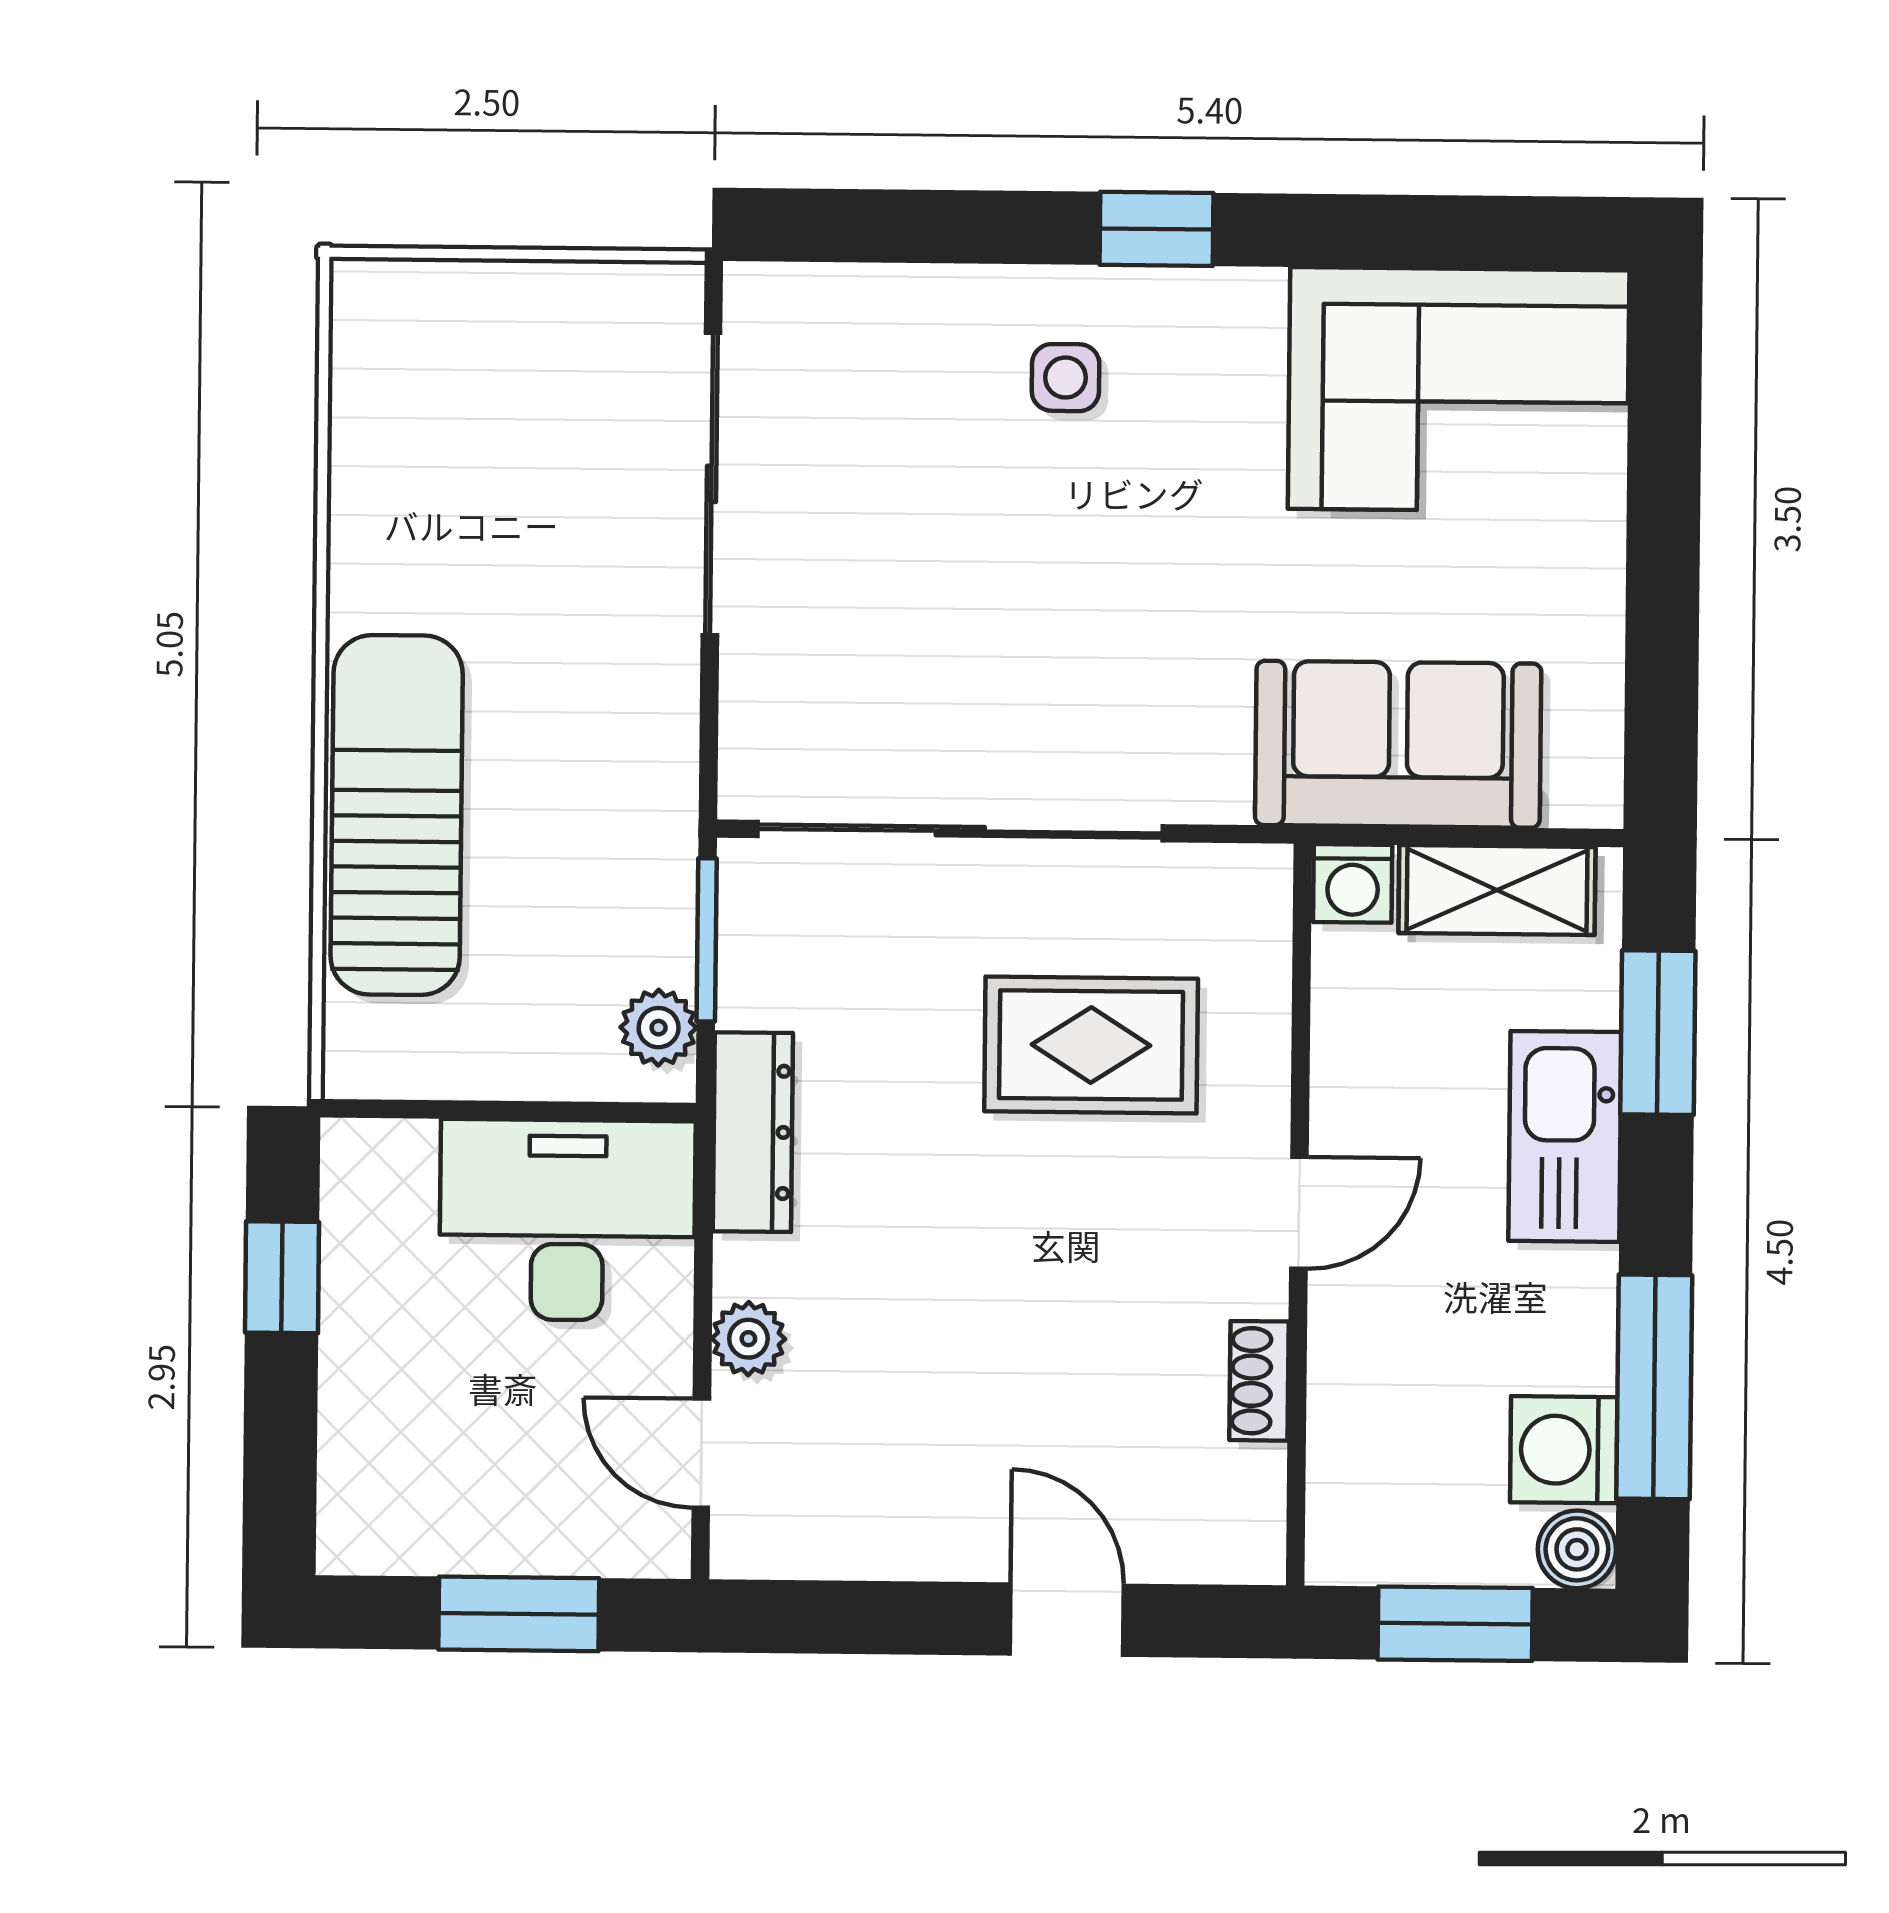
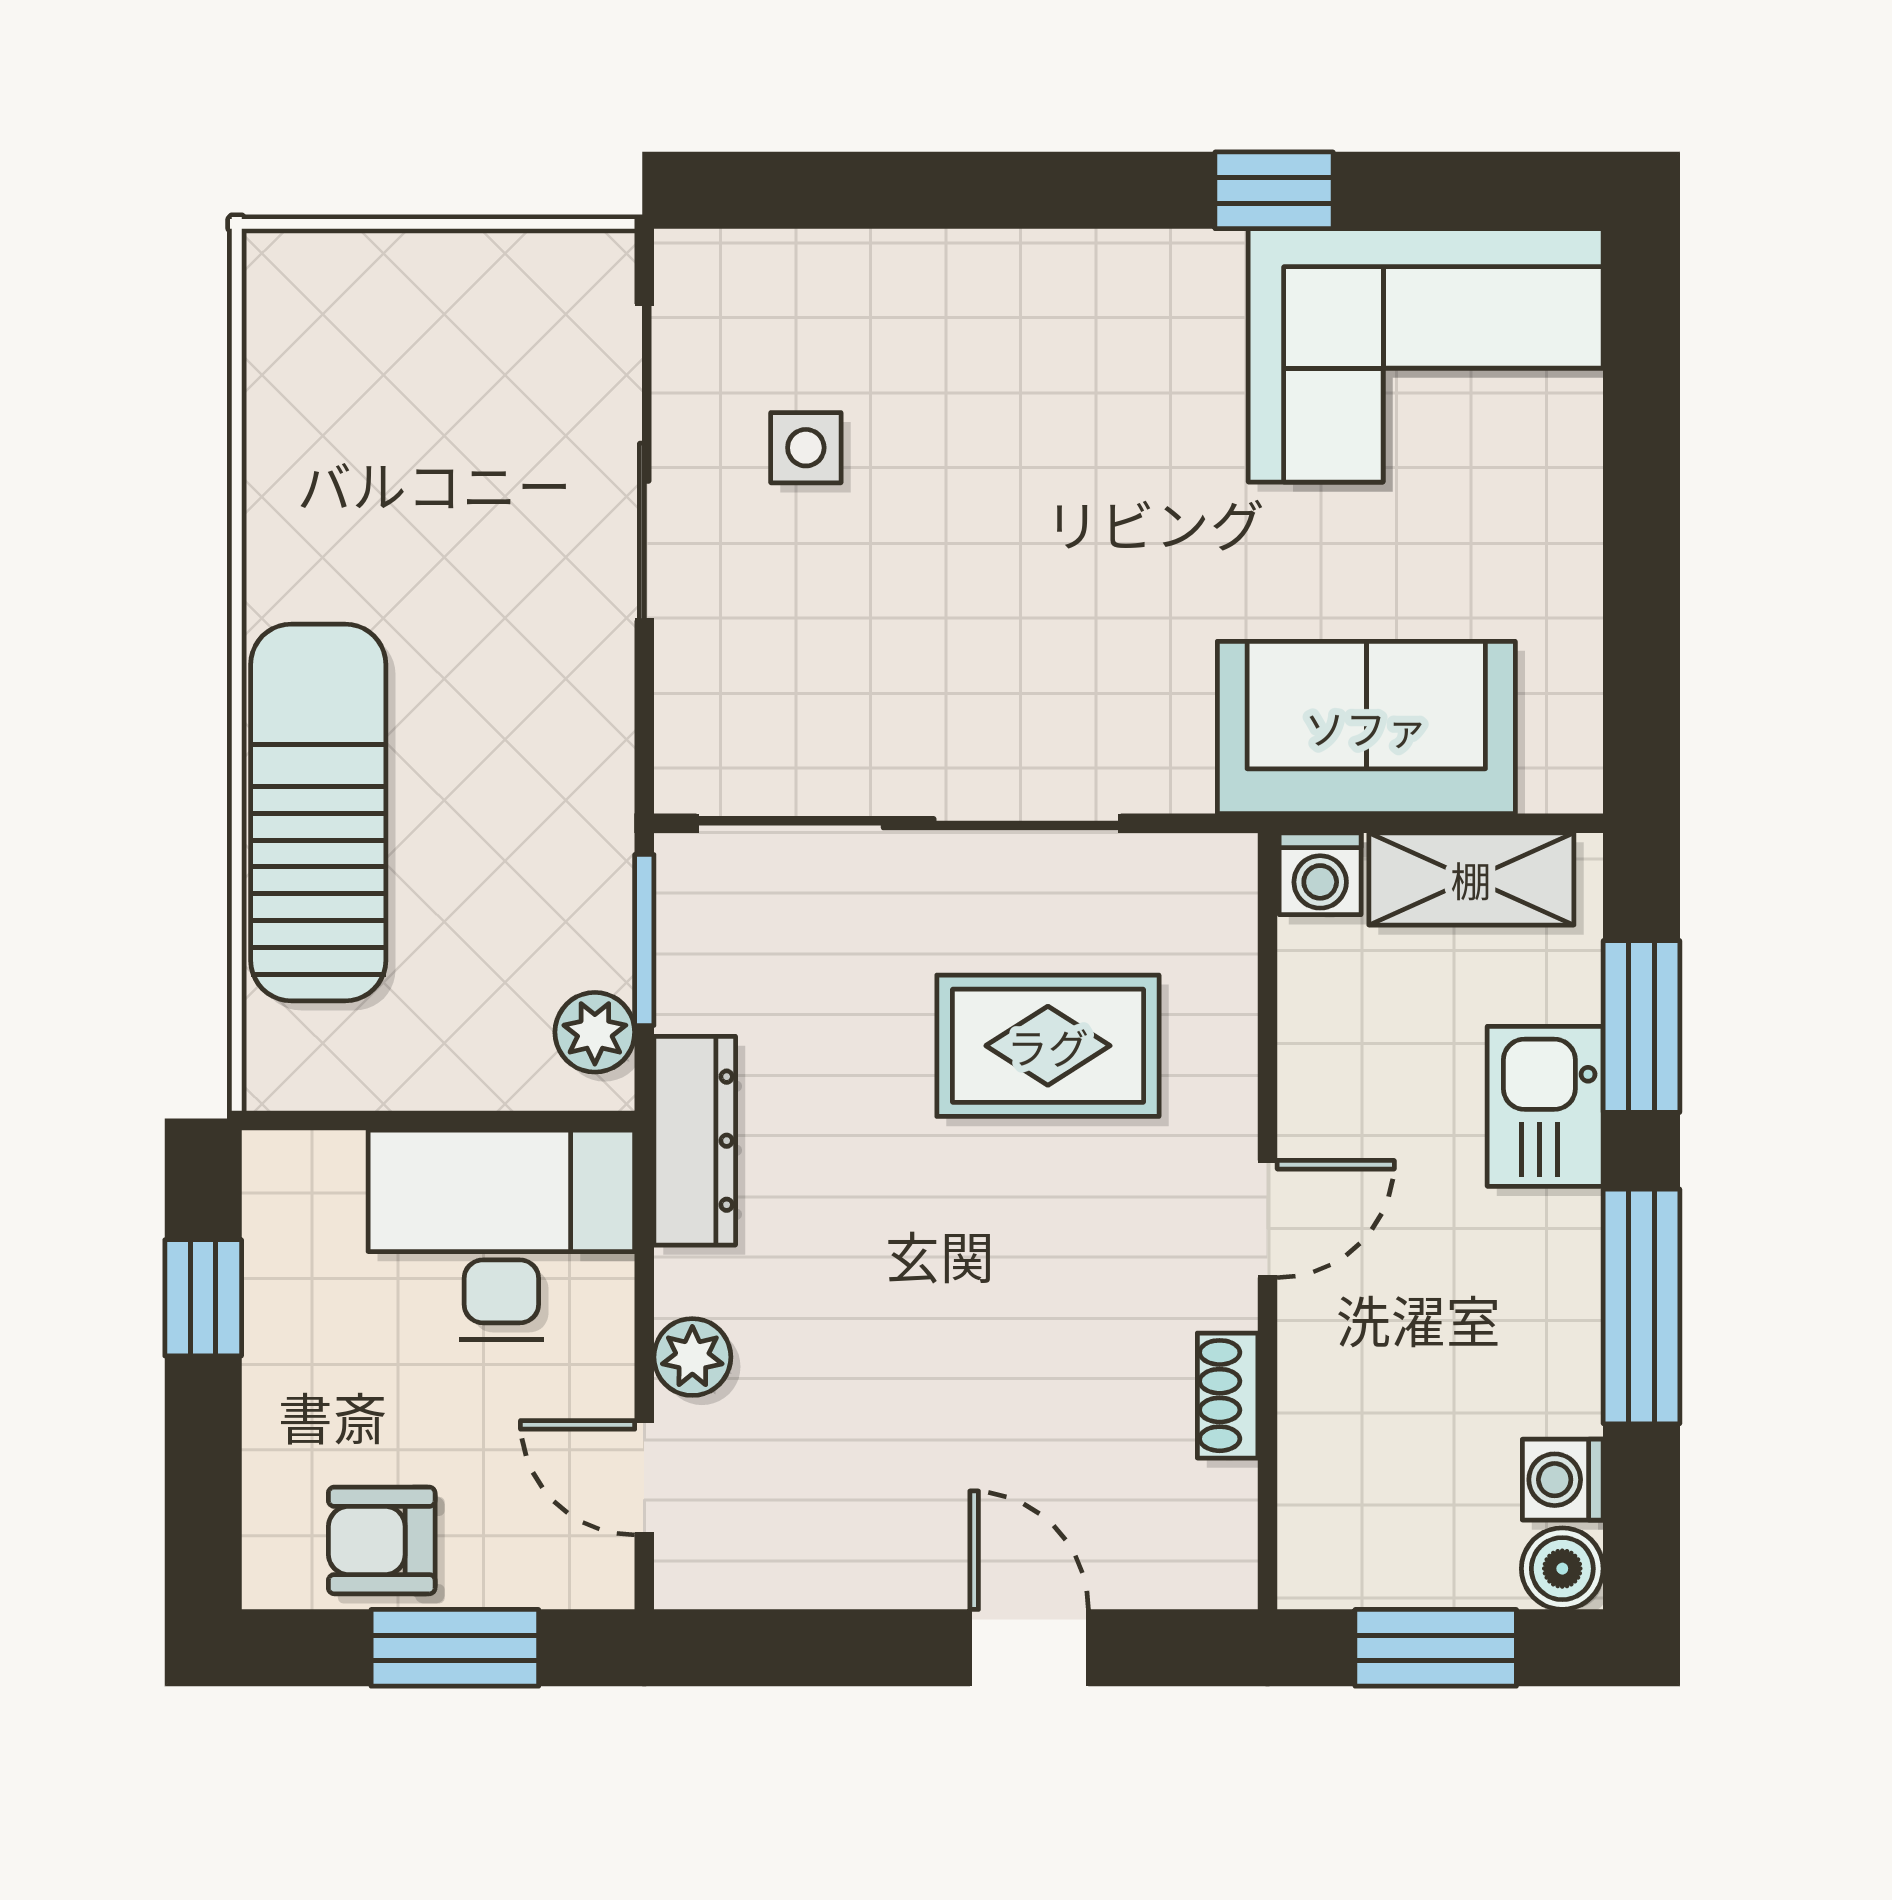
window: (1157, 229) -> (1274, 190), moved
side table: (1066, 378) -> (806, 448), moved
kitchen sink: (1565, 1136) -> (1545, 1106), width x0.73
window: (1654, 1387) -> (1642, 1306), moved
washing machine: (1564, 1450) -> (1563, 1480), width x0.73, depth x0.73
armchair: (450, 1511) -> (382, 1540), added

